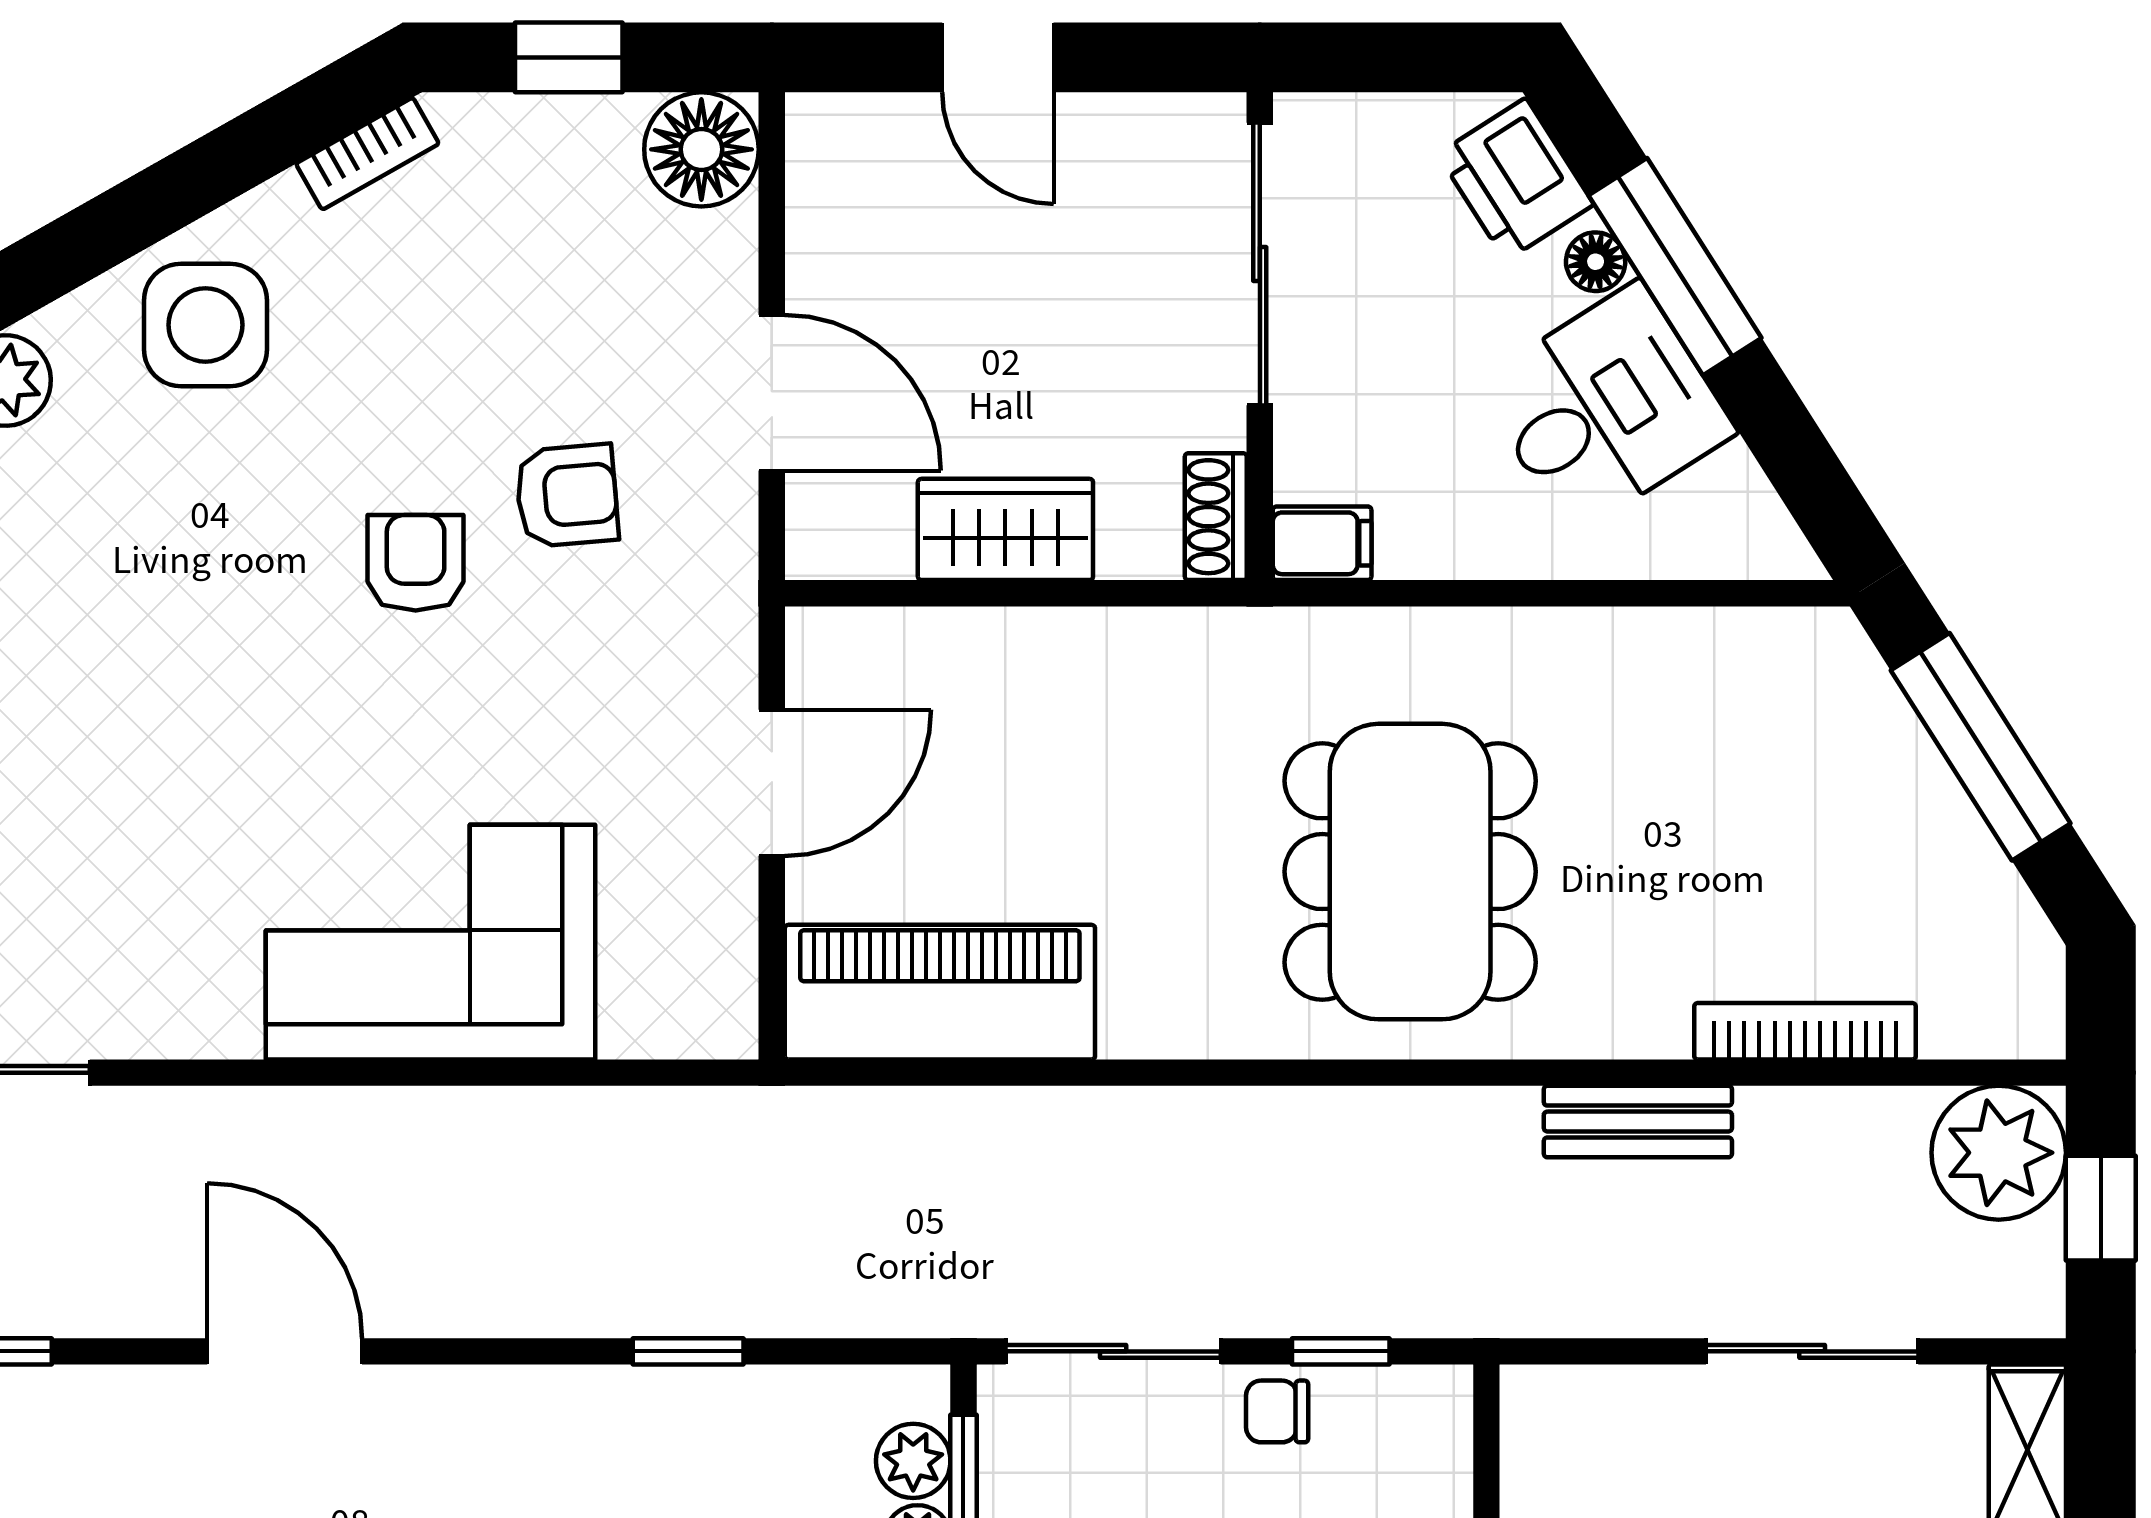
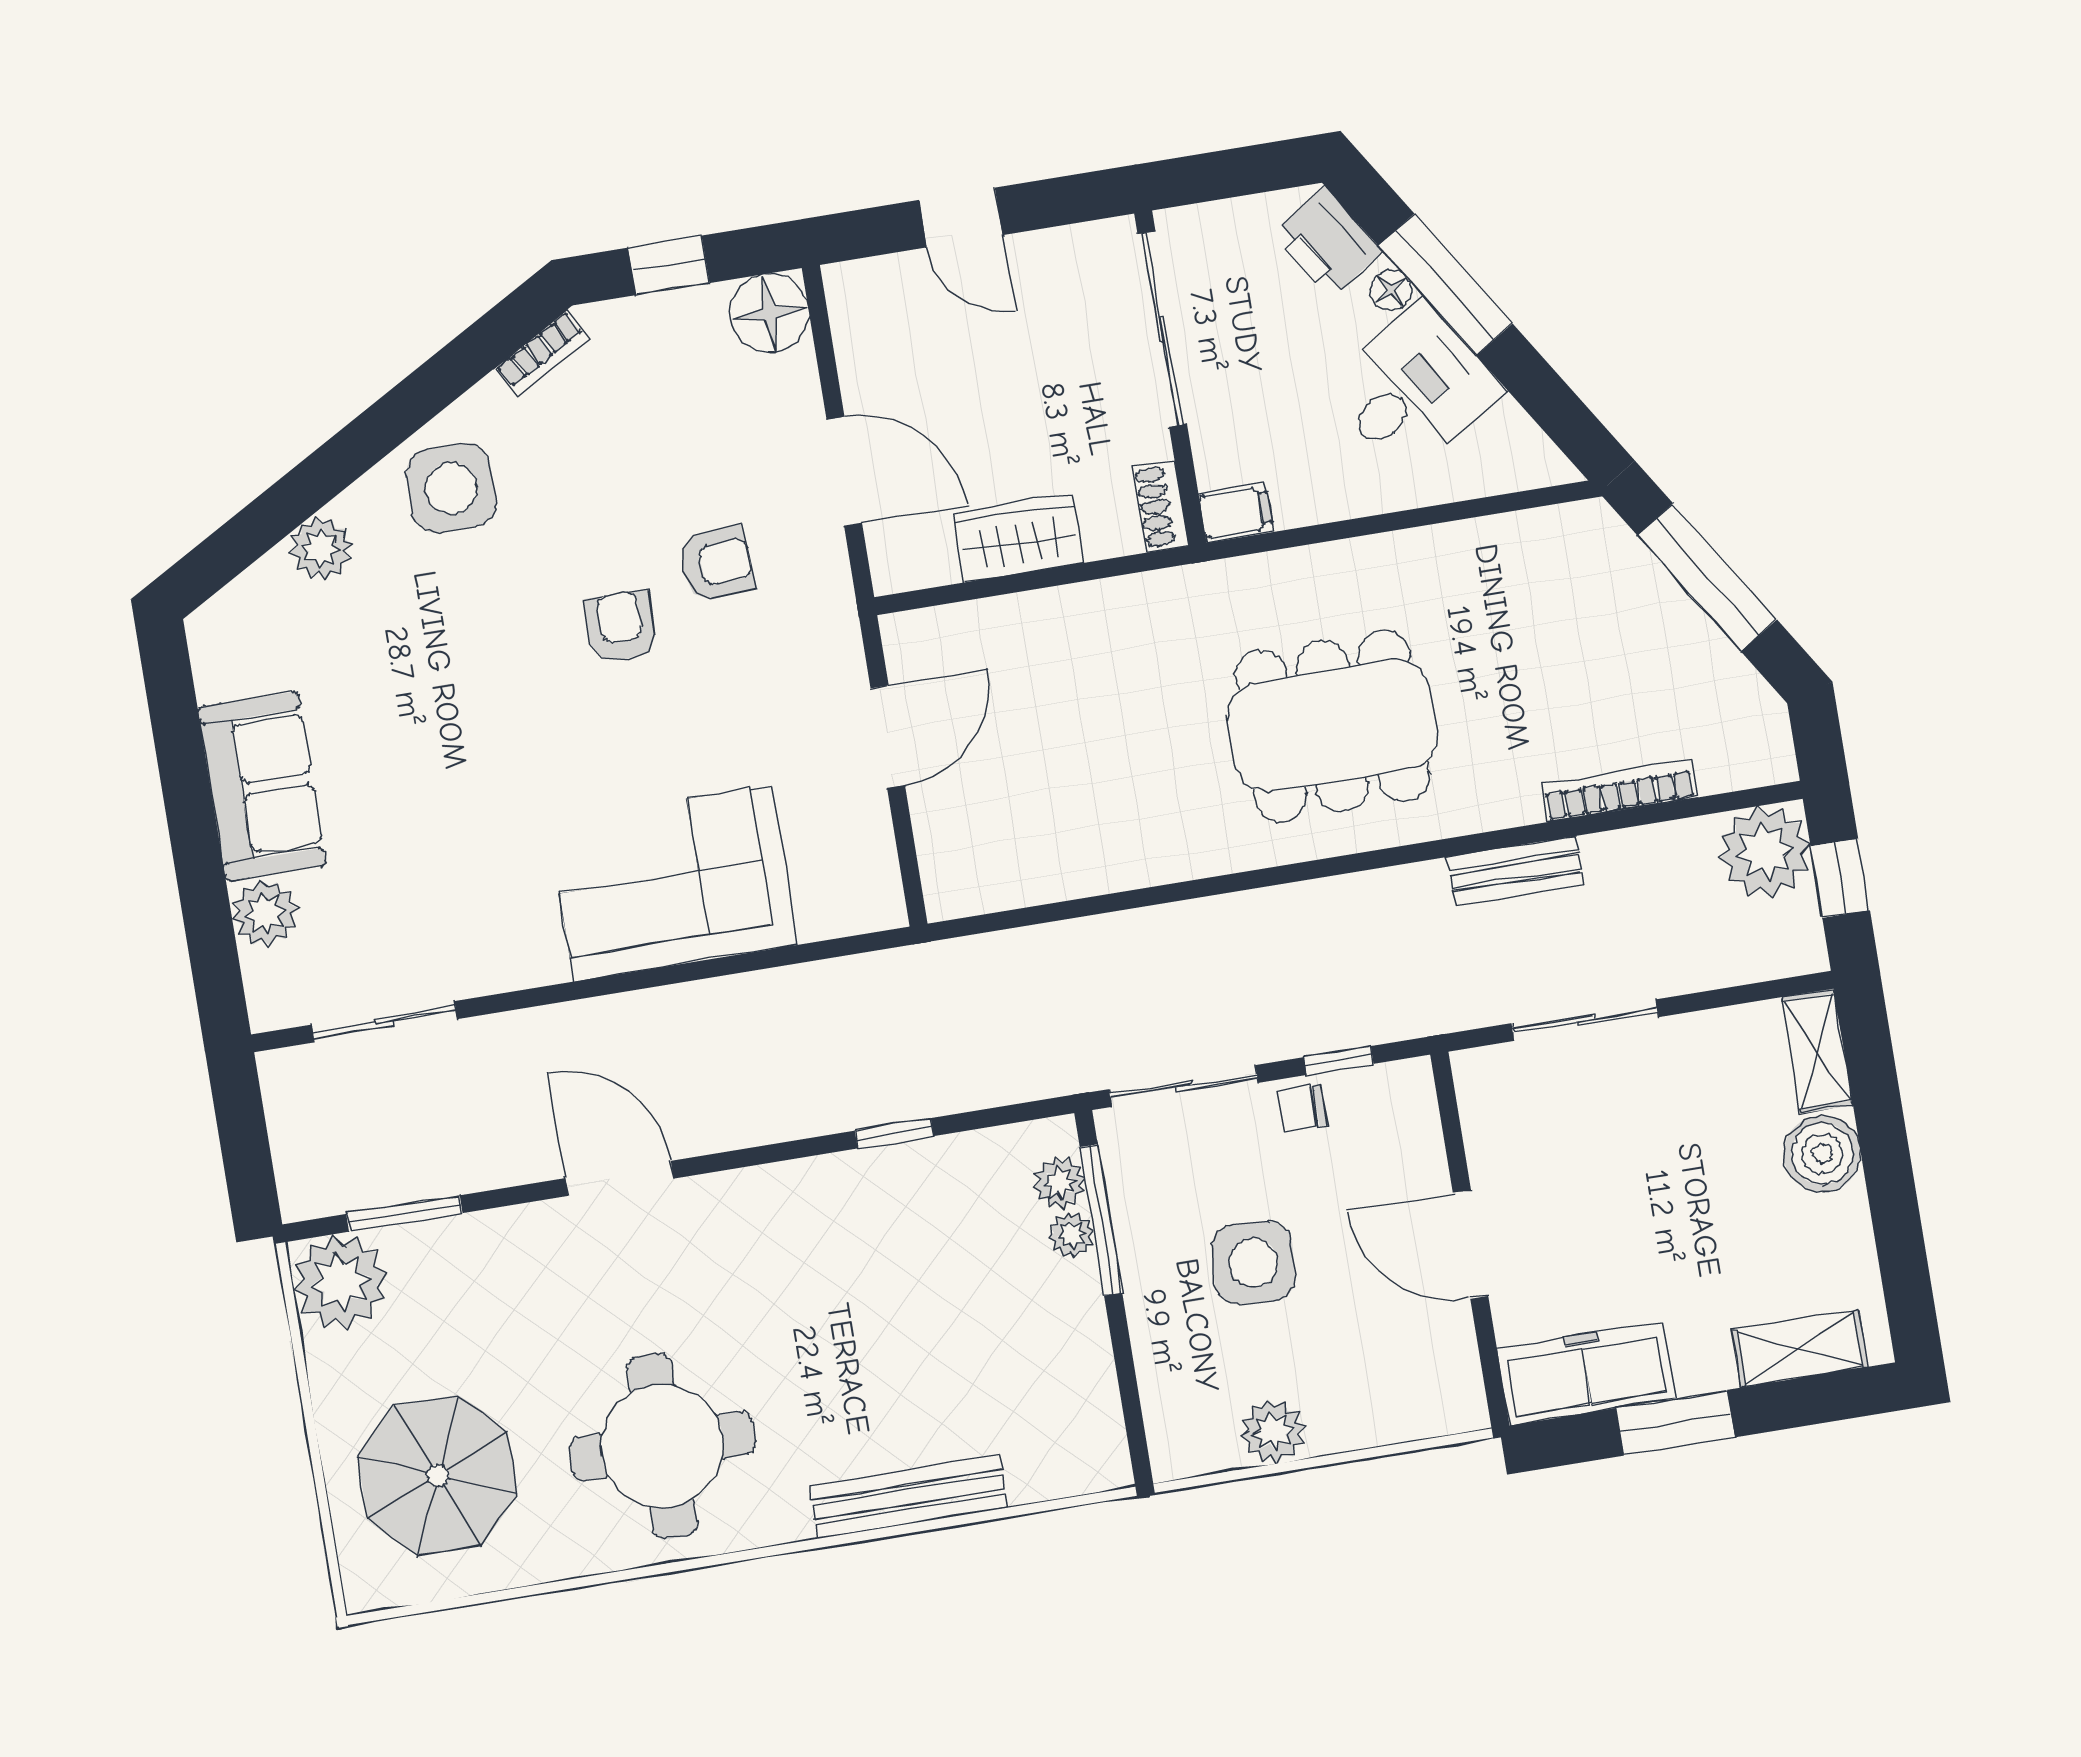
dining table: (1410, 872) -> (1332, 726), turned 90
piano: (940, 992) -> (1026, 861), removed
sliding door: (1812, 1351) -> (1585, 1020), moved

